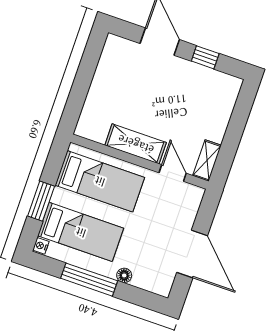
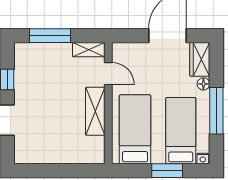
window: (238, 122) -> (50, 36), added
door: (173, 173) -> (108, 74), swing flipped
wardrobe: (153, 281) -> (200, 59), added

